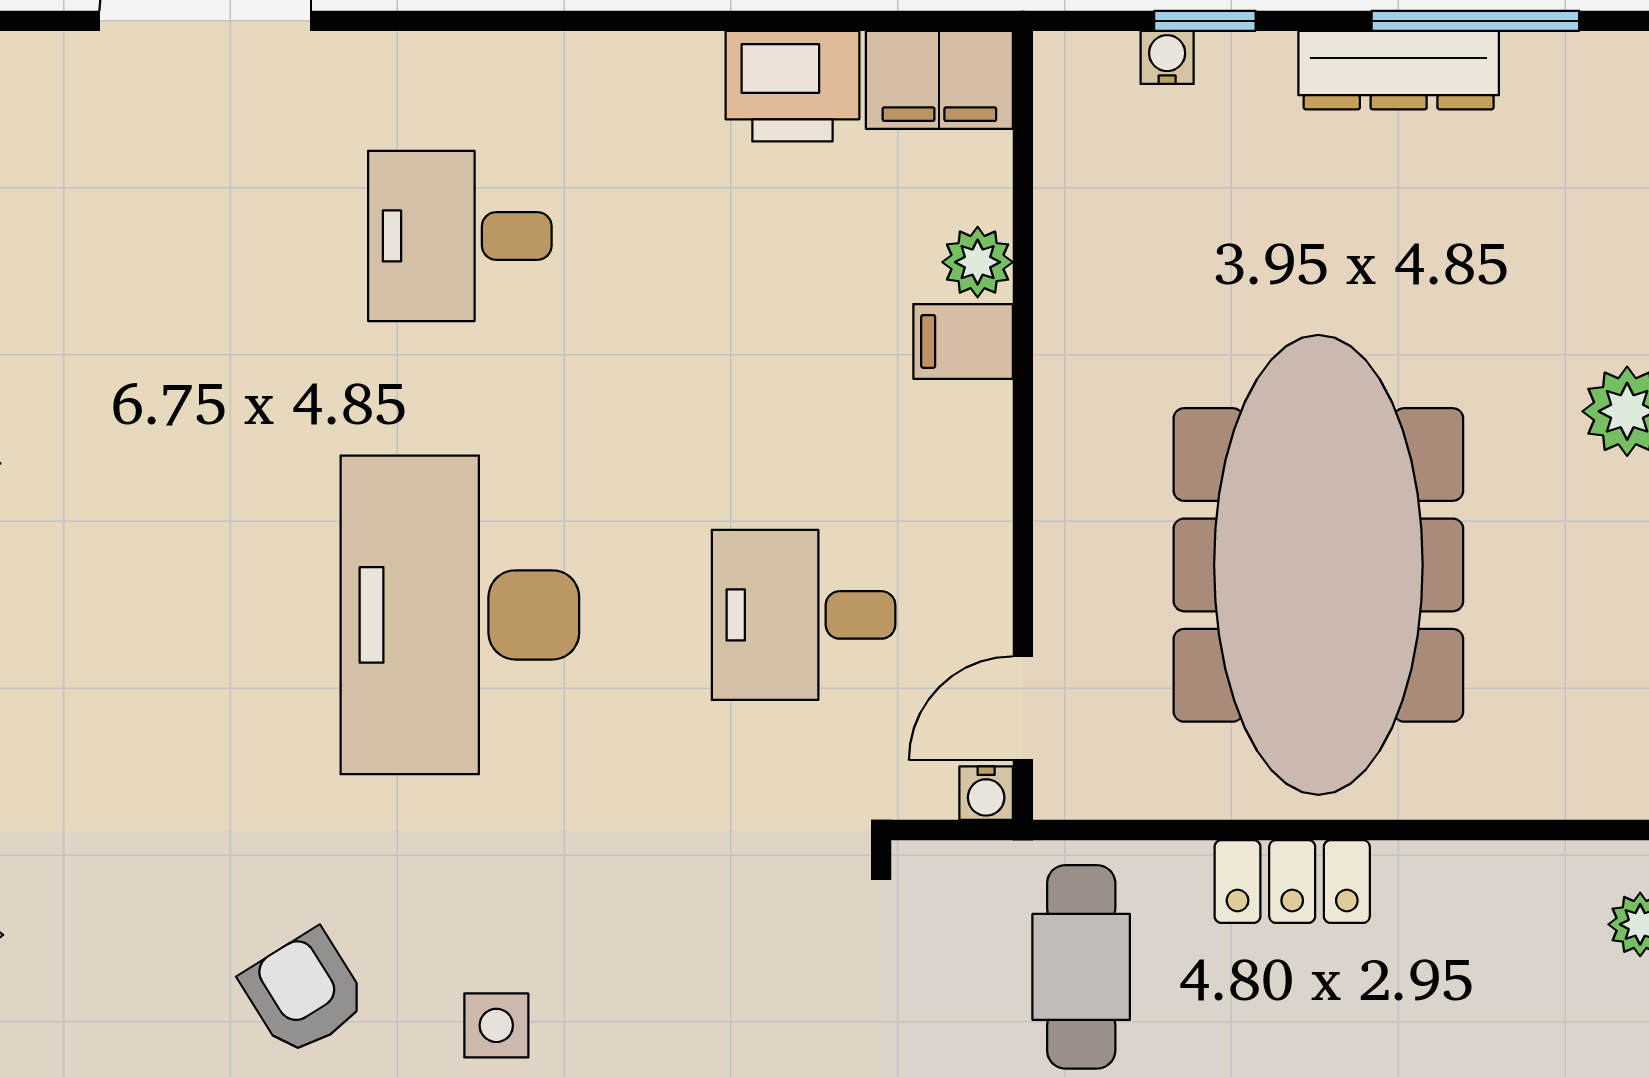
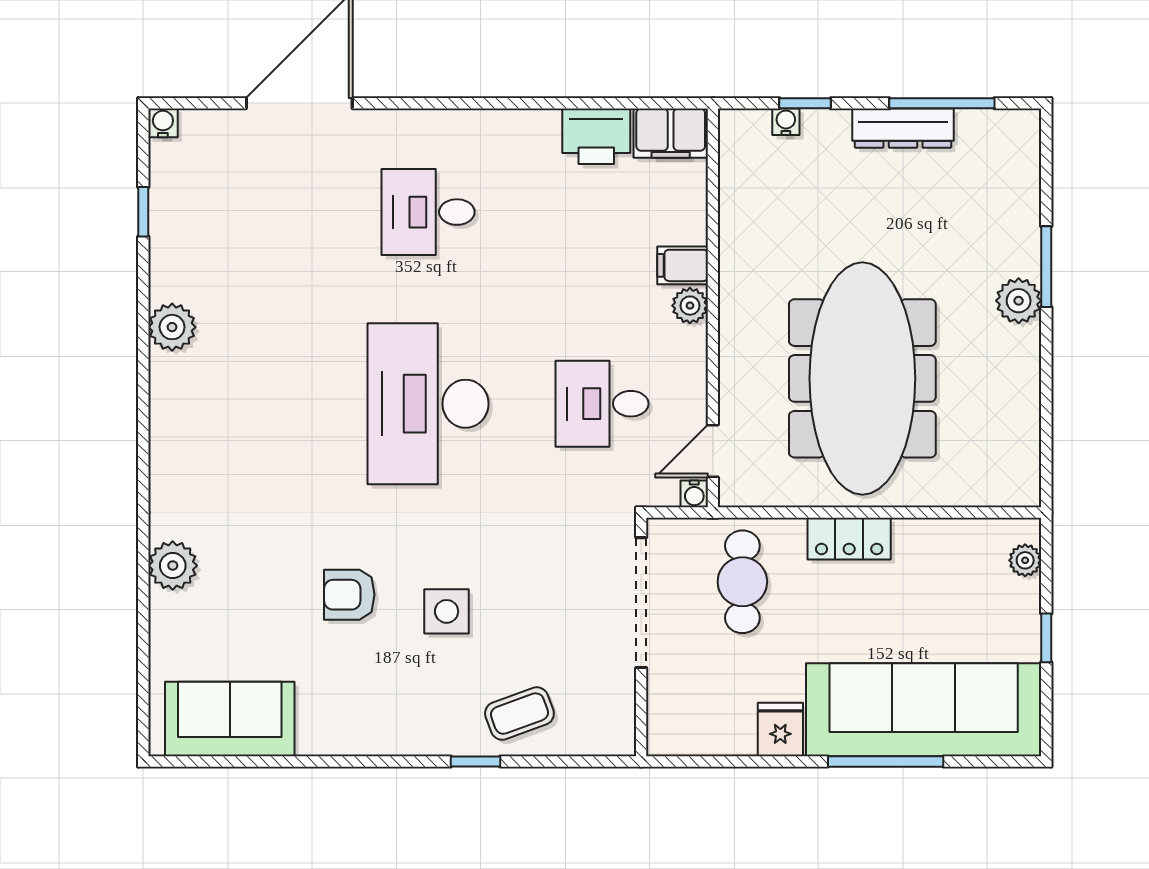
plant: (978, 262) -> (690, 306), moved
armchair: (304, 992) -> (349, 595), turned -58
side table: (496, 1025) -> (447, 611), width x1.37, depth x1.37

